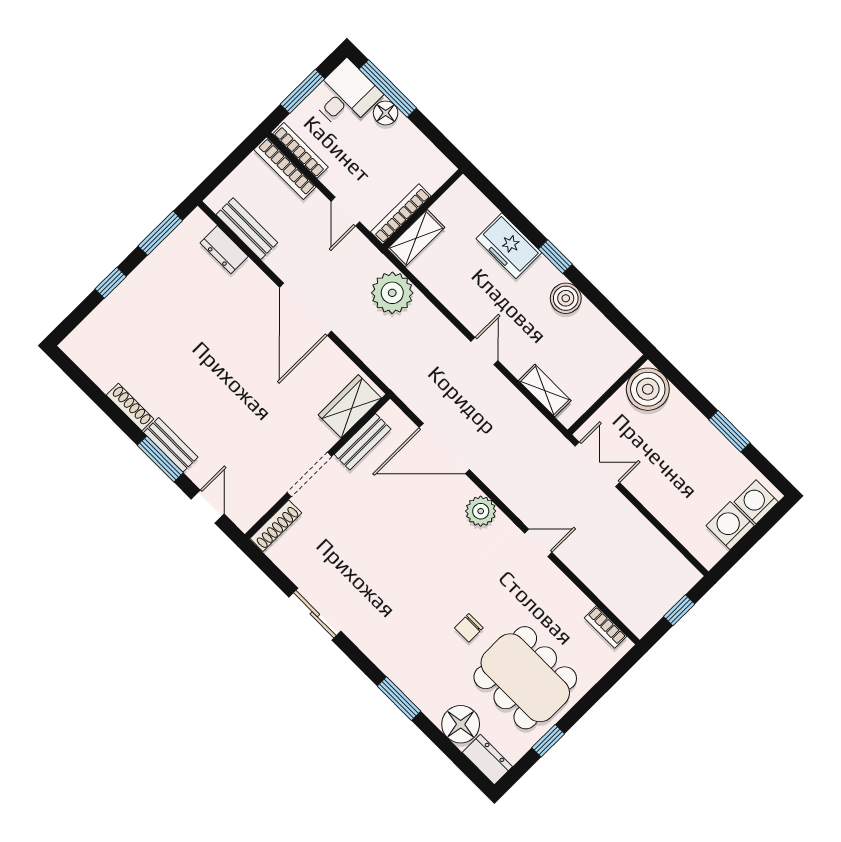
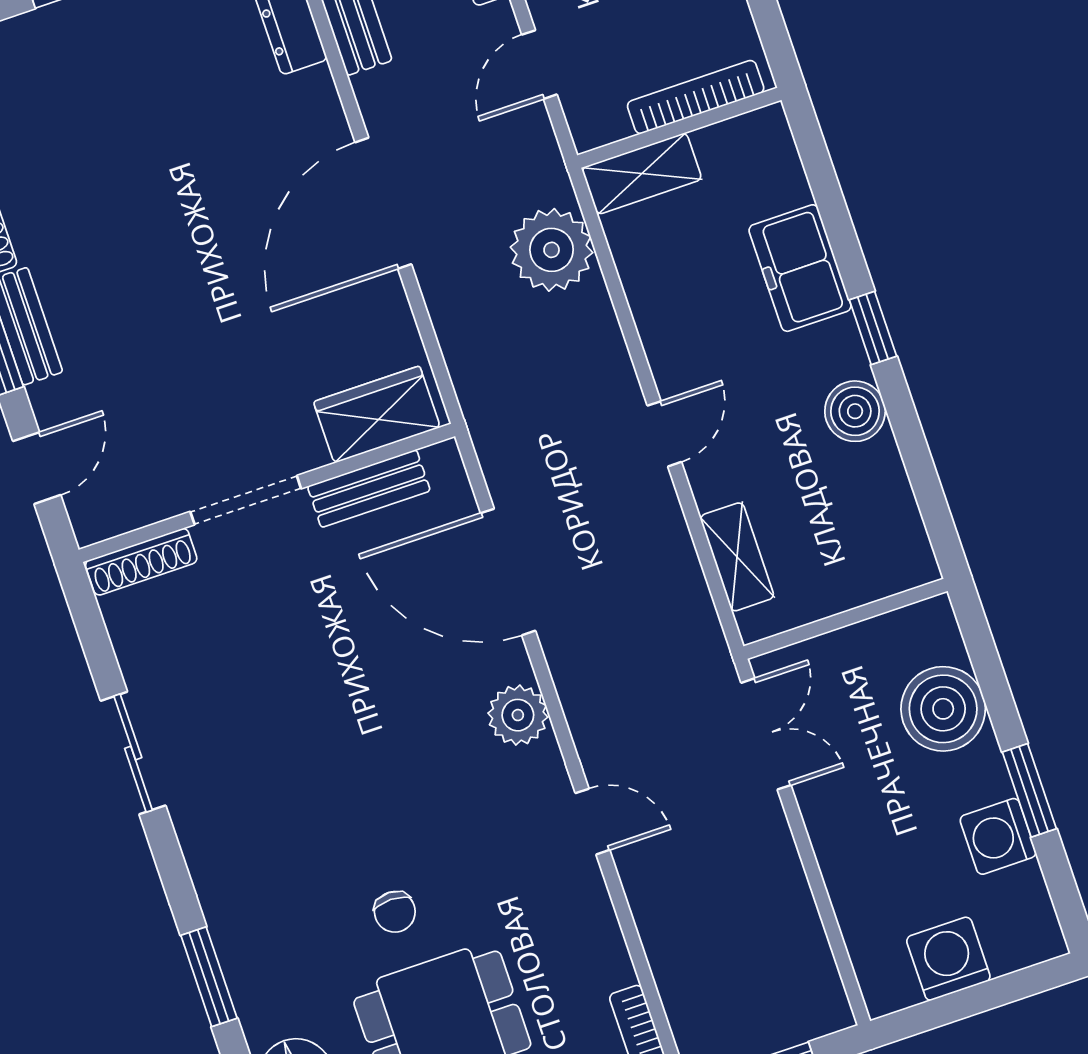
bookcase: (401, 214) -> (696, 97), moved
boiler: (648, 389) -> (943, 709), moved
washing machine: (756, 502) -> (998, 836), moved, turned -90
chair: (469, 628) -> (395, 912), turned -90

